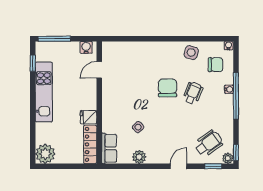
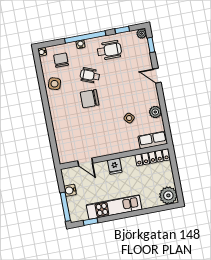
water cooler: (86, 47) -> (70, 190), moved
fridge: (88, 117) -> (115, 166), moved
wheelchair: (209, 143) -> (109, 50), moved, turned 126
window: (236, 153) -> (122, 30), moved

